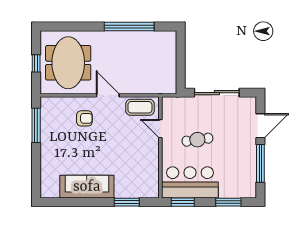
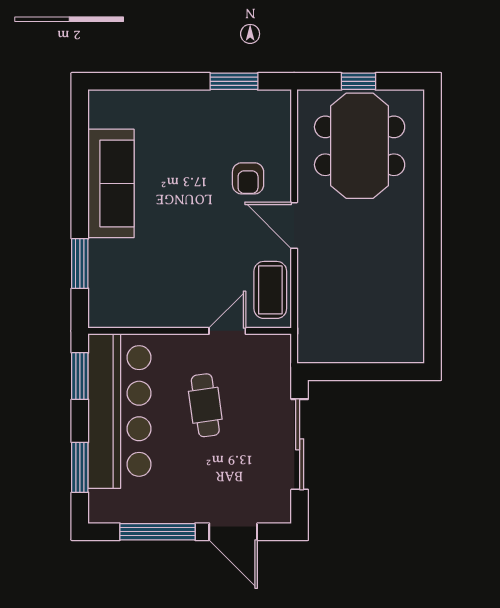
window: (129, 26) -> (433, 268), removed
meeting table: (68, 63) -> (360, 146), turned 90
door: (108, 95) -> (294, 225), swing flipped
window: (36, 125) -> (234, 81), width x0.69
bar counter: (190, 182) -> (119, 411), width x1.36

